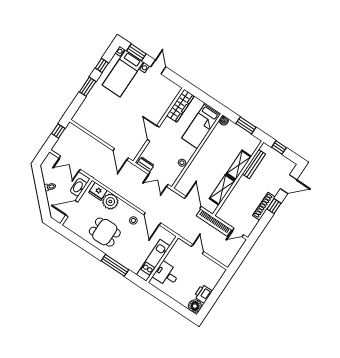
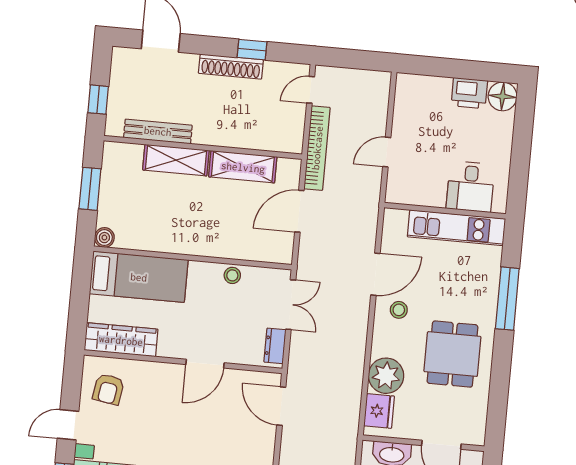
armchair: (164, 90) -> (108, 389), added
door: (121, 154) -> (281, 406), swing flipped
window: (274, 206) -> (252, 50), moved
door: (238, 232) -> (311, 90), swing flipped

